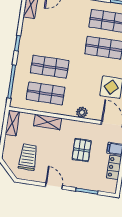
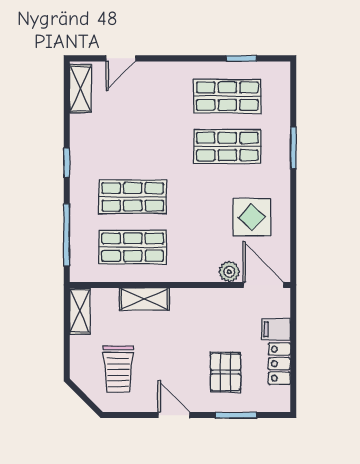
plant: (82, 112) -> (229, 272), moved
pallet: (82, 150) -> (226, 372), moved
trolley: (28, 157) -> (118, 369), turned 180

